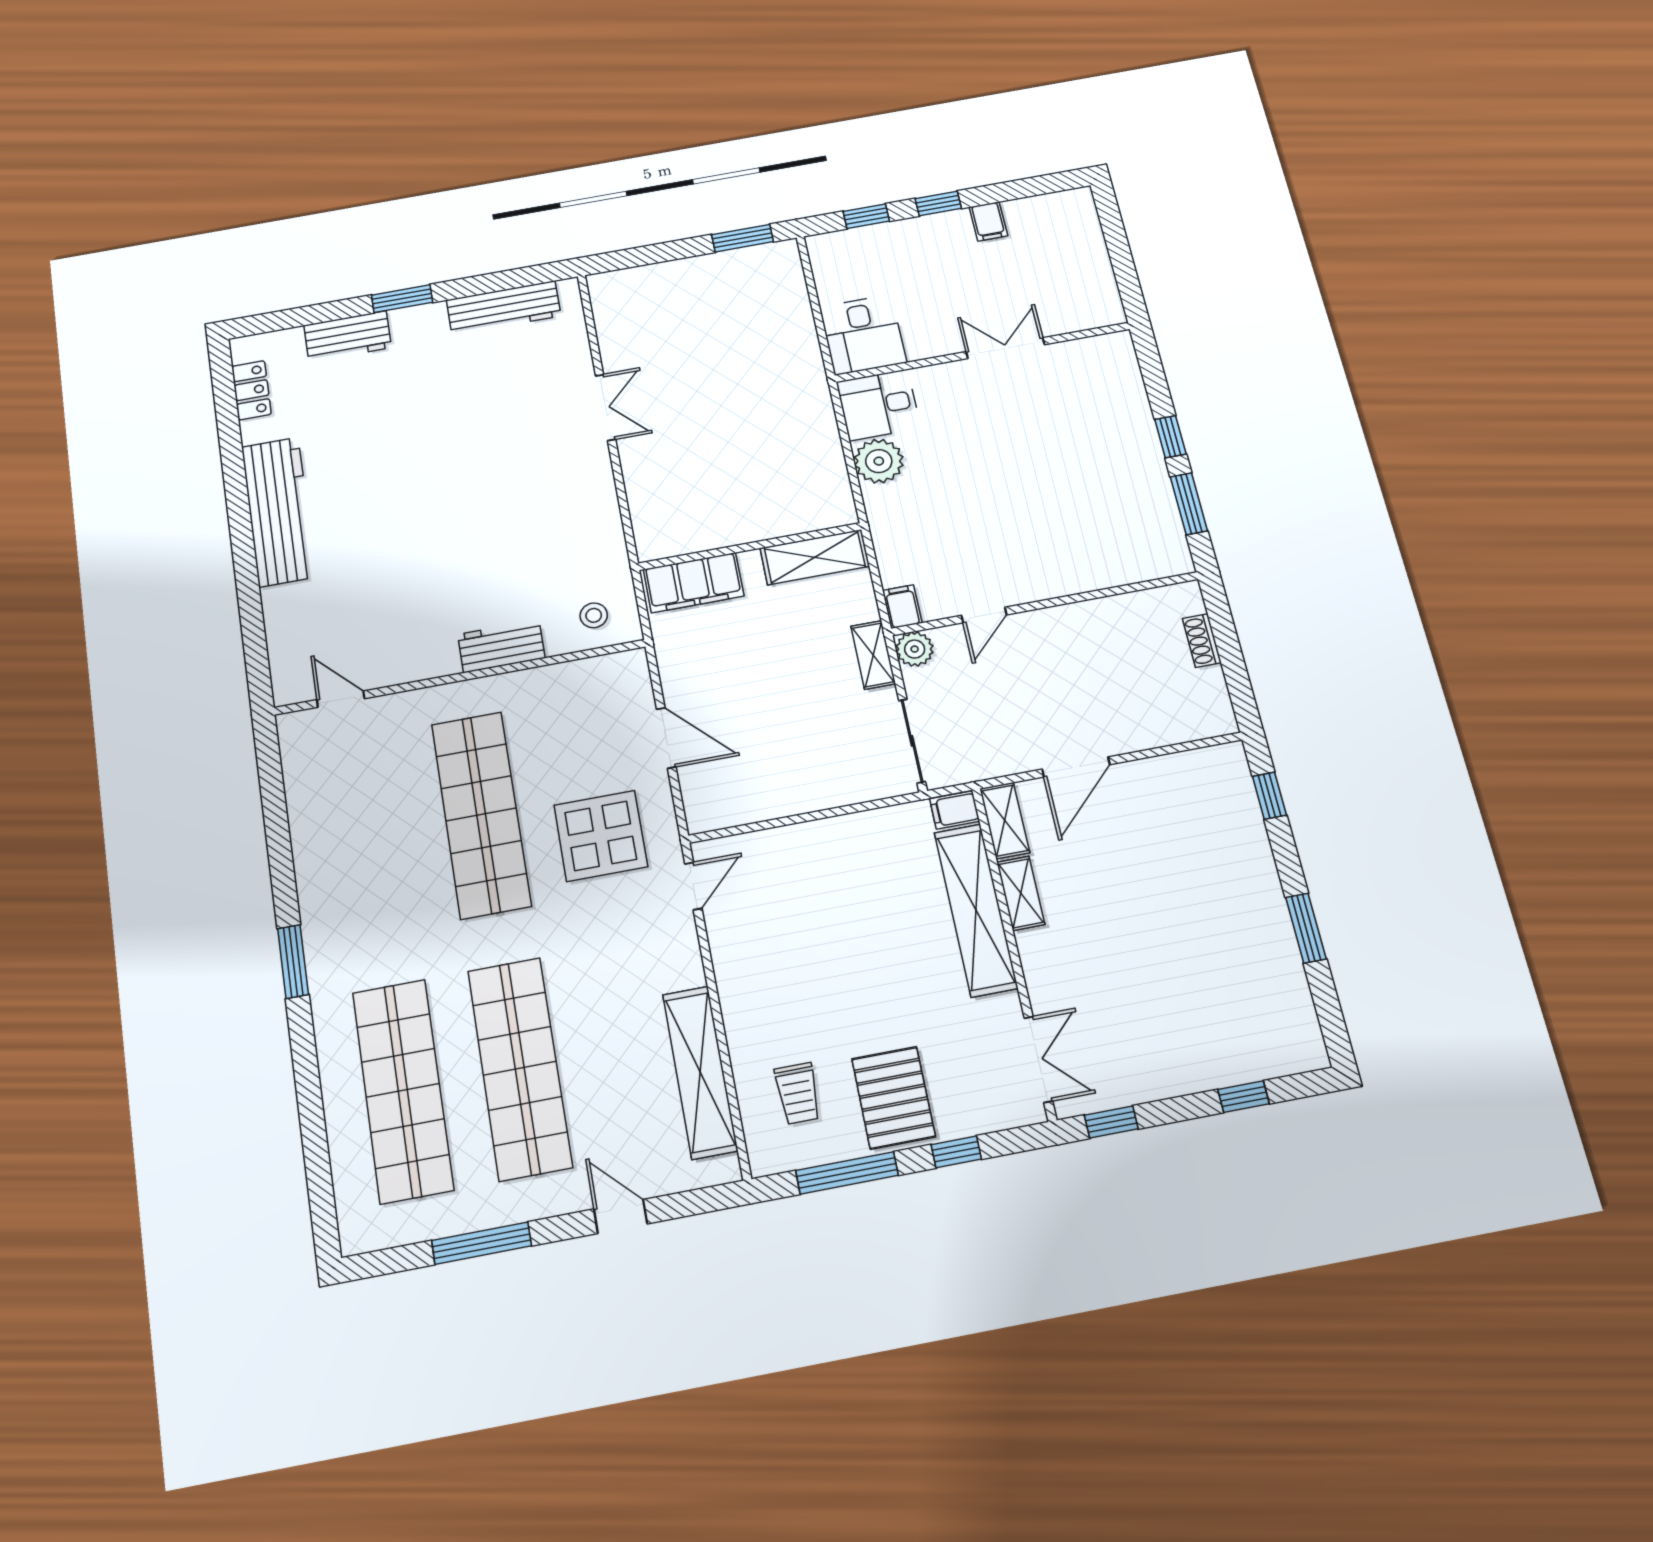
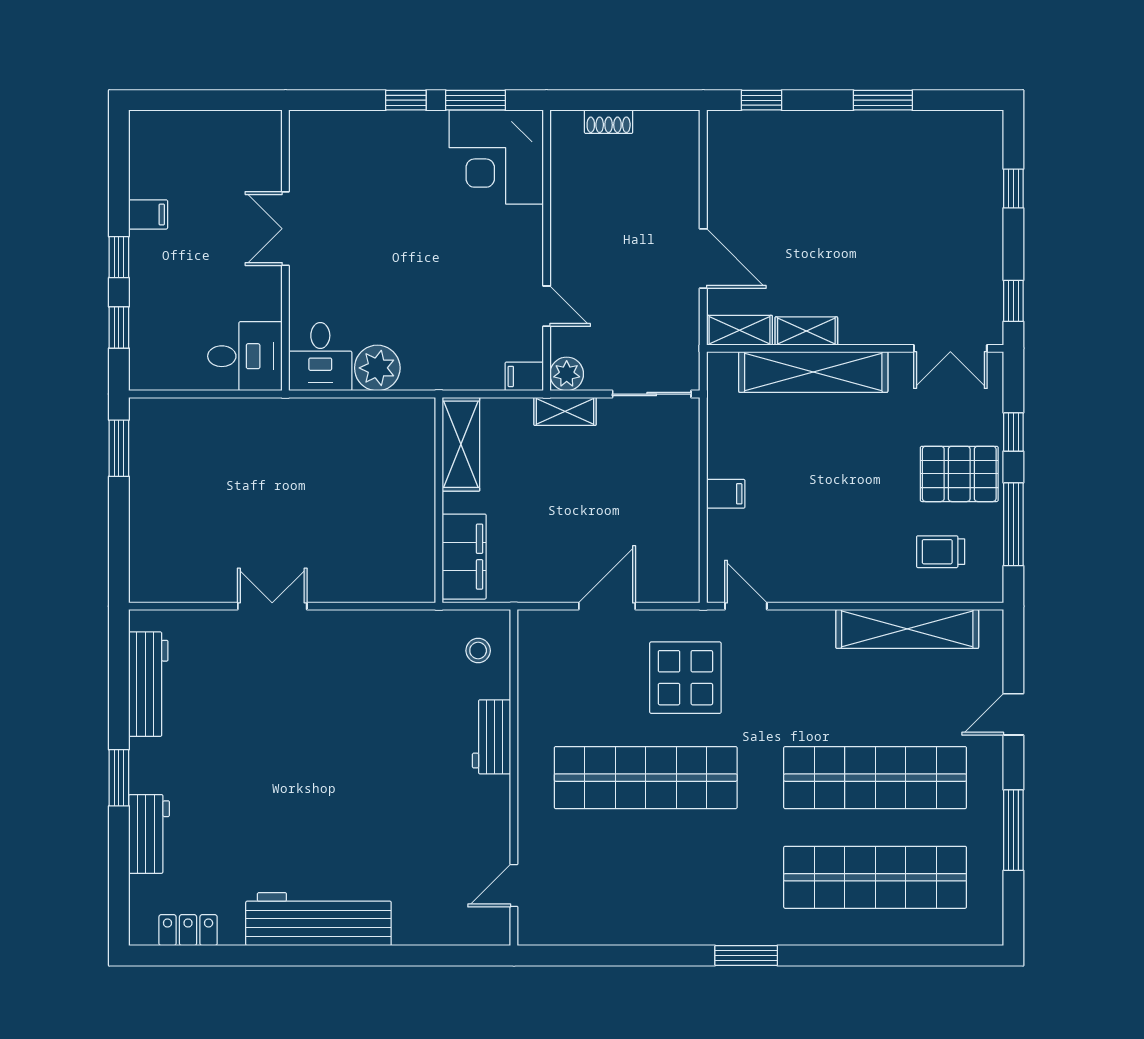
corner desk: (1133, 535) -> (496, 157), added
filing cabinet: (955, 810) -> (726, 494), moved, turned -90
double door: (1038, 1059) -> (950, 348), swing flipped
trolley: (798, 1093) -> (941, 552), turned 180

